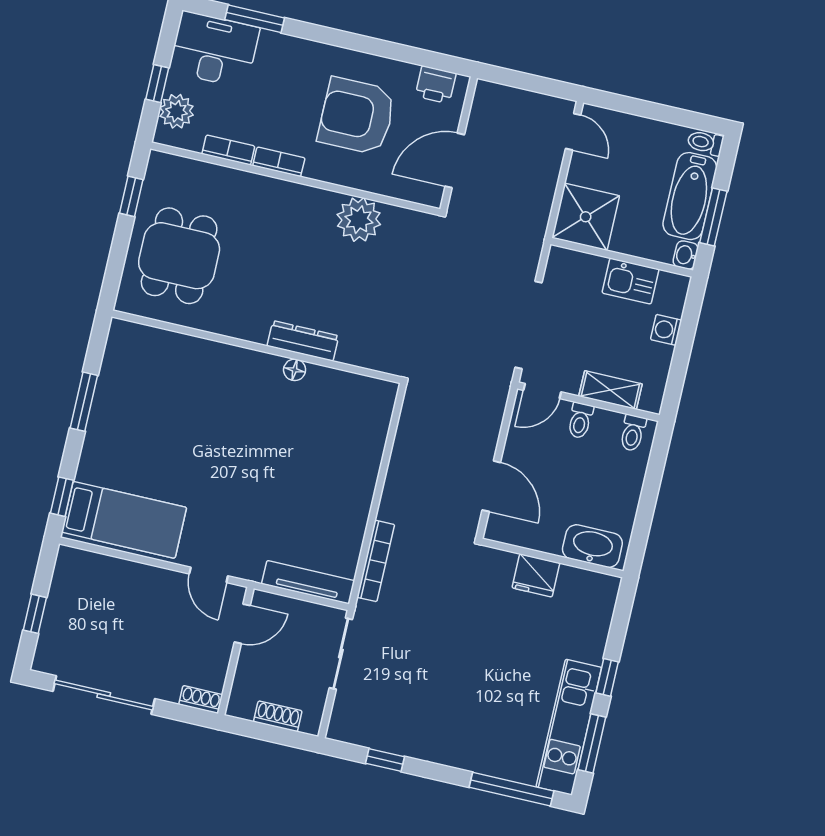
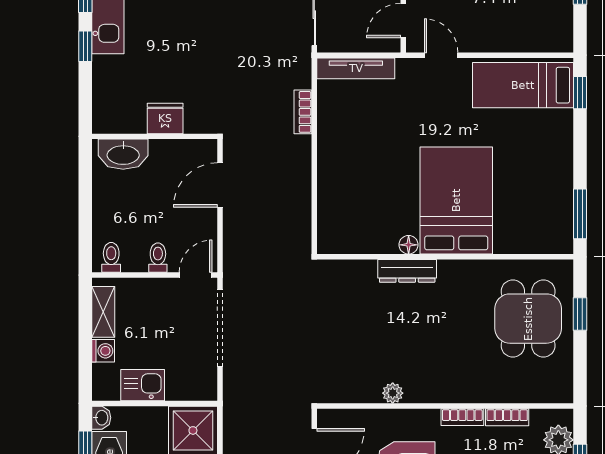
window: (131, 196) -> (580, 314), moved
plant: (359, 220) -> (393, 393), width x0.53, depth x0.53
shelving: (610, 390) -> (103, 312), moved, turned 90
window: (84, 402) -> (580, 214), moved
bed: (229, 407) -> (456, 200), added
door: (491, 486) -> (220, 185), hinge flipped
bookcase: (376, 561) -> (303, 112), width x0.64

